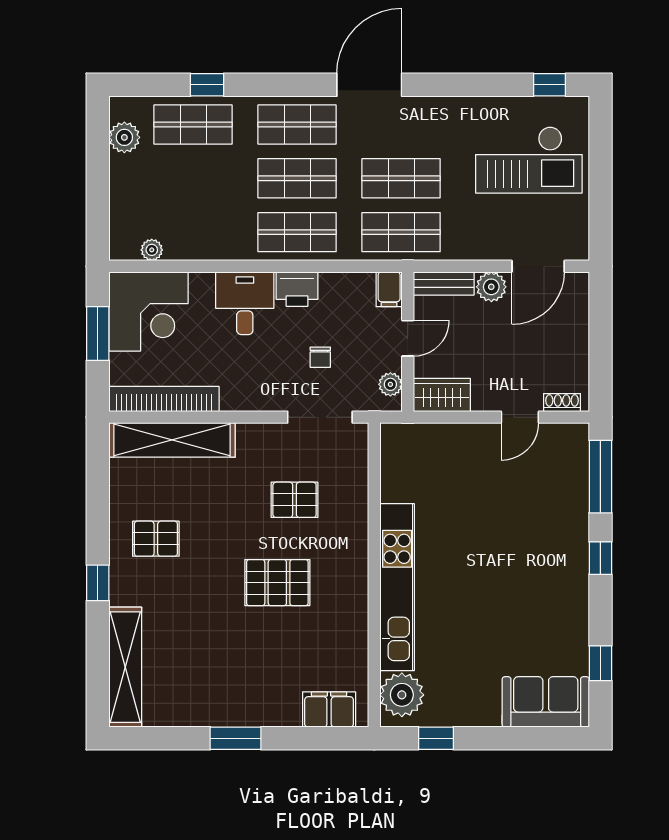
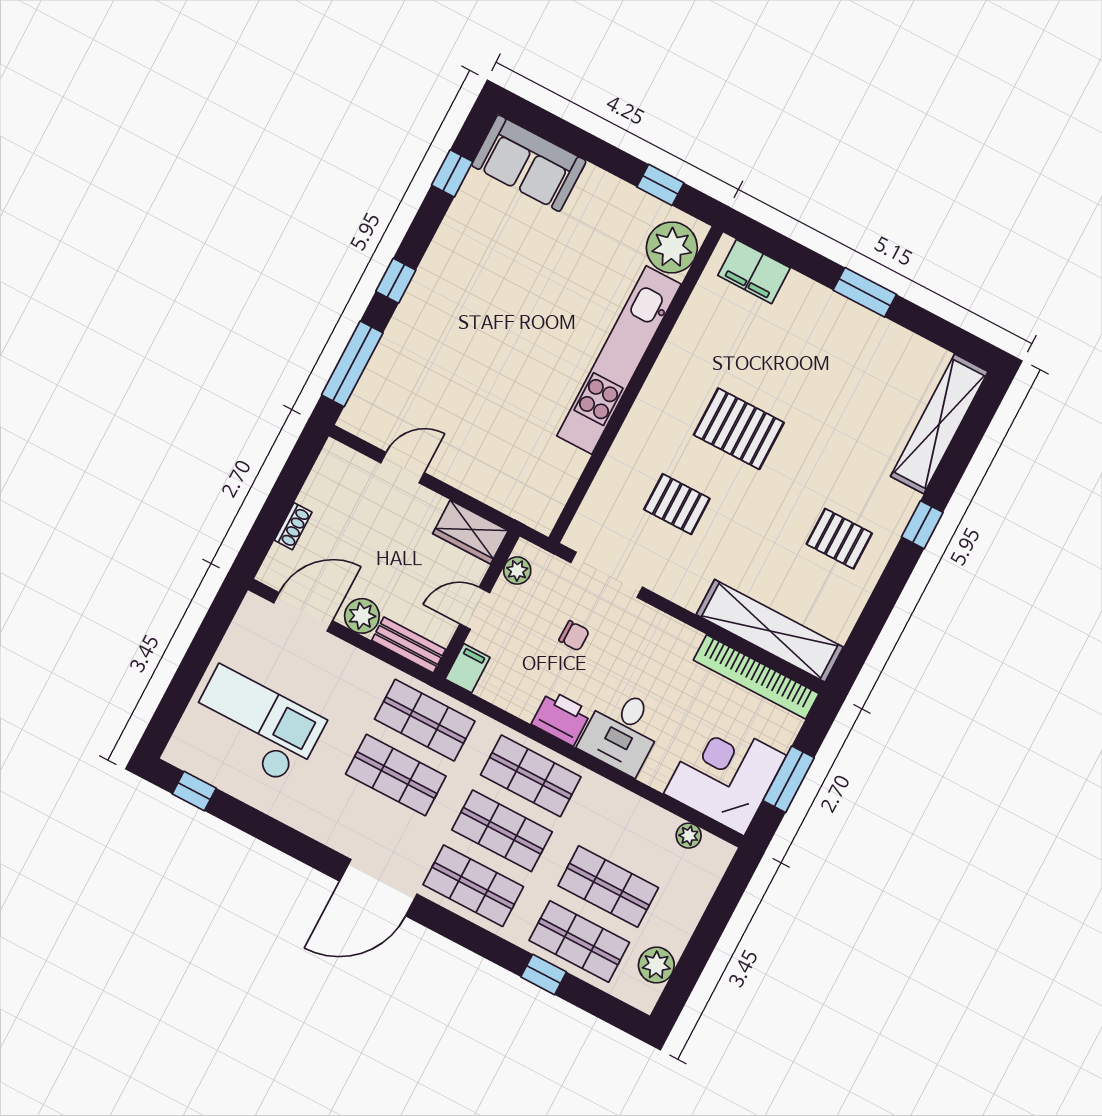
shop shelf: (193, 178) -> (608, 887), added
chair: (320, 357) -> (574, 636), turned 90
shoe rack: (562, 403) -> (293, 526), moved, turned -90

